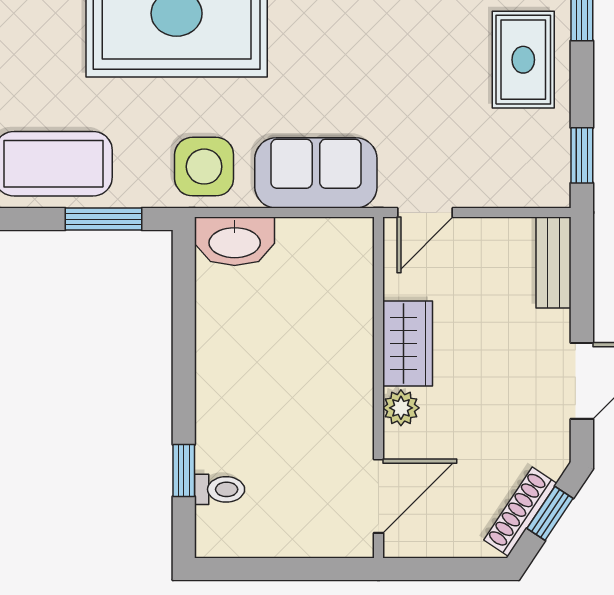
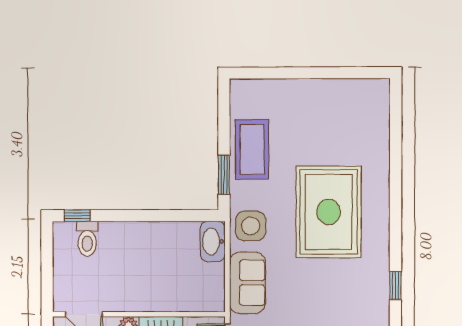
window: (184, 470) -> (77, 216), moved
toilet: (220, 489) -> (87, 239), width x1.37, depth x1.39

